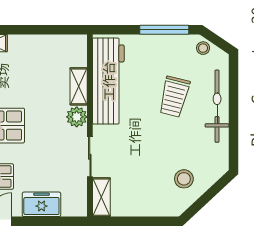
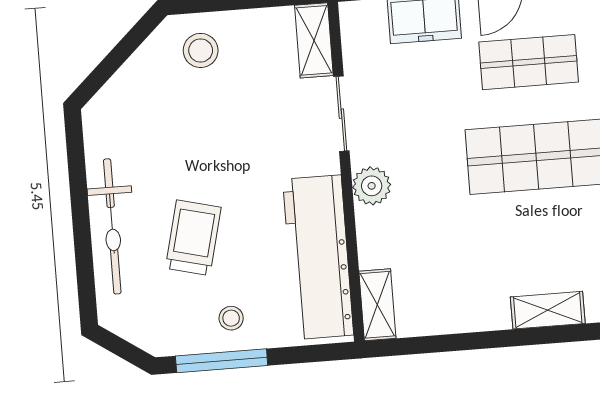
stool: (203, 48) -> (231, 318), moved
shelving: (79, 86) -> (377, 305), moved
stool: (184, 179) -> (201, 50), moved

